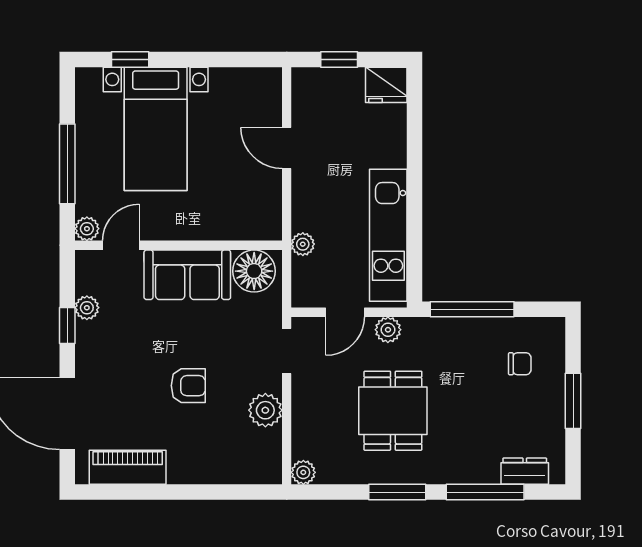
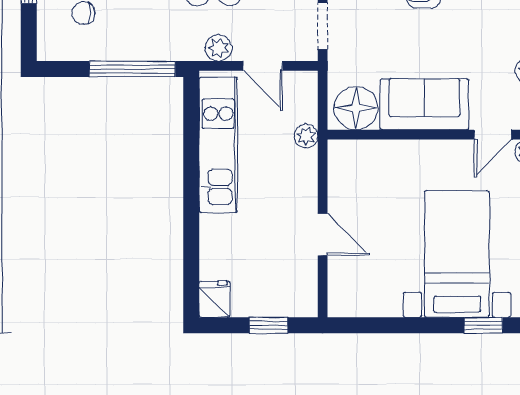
fridge: (386, 85) -> (214, 299), width x0.72
door: (345, 312) -> (263, 66), swing flipped

